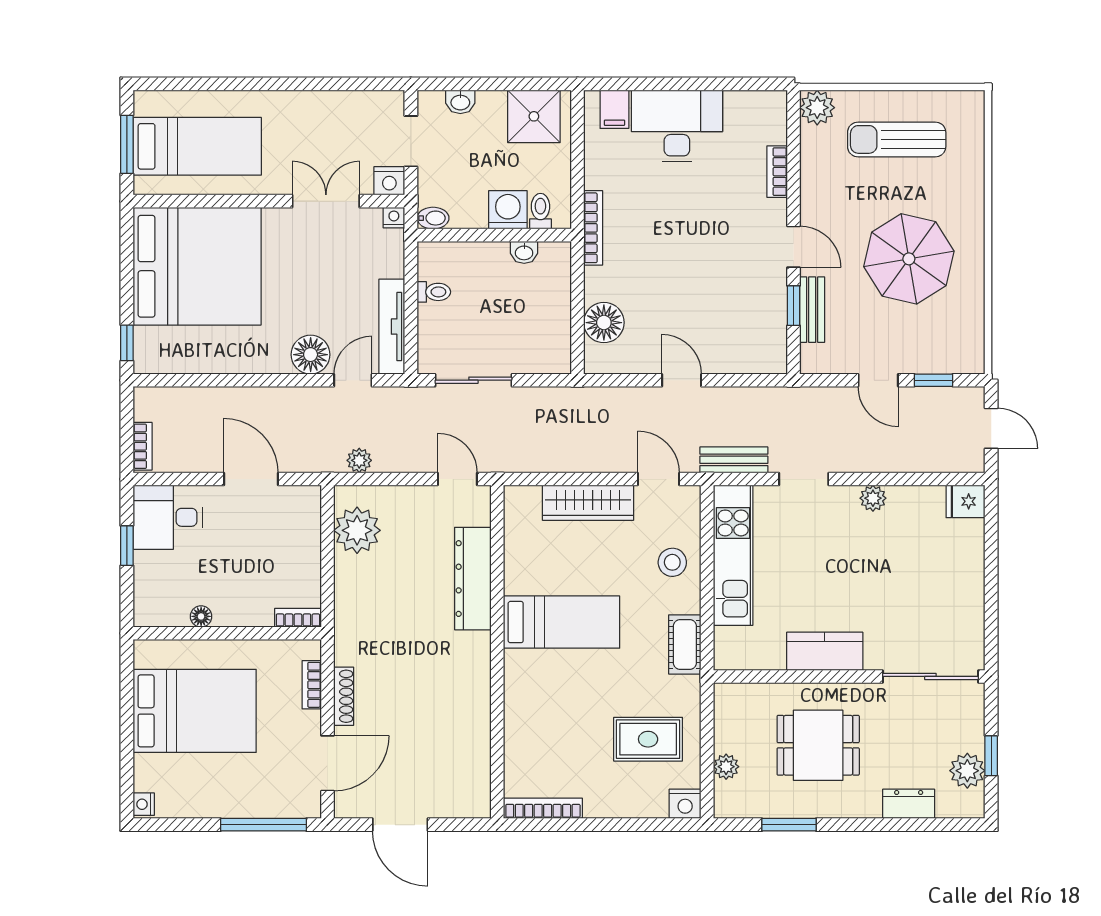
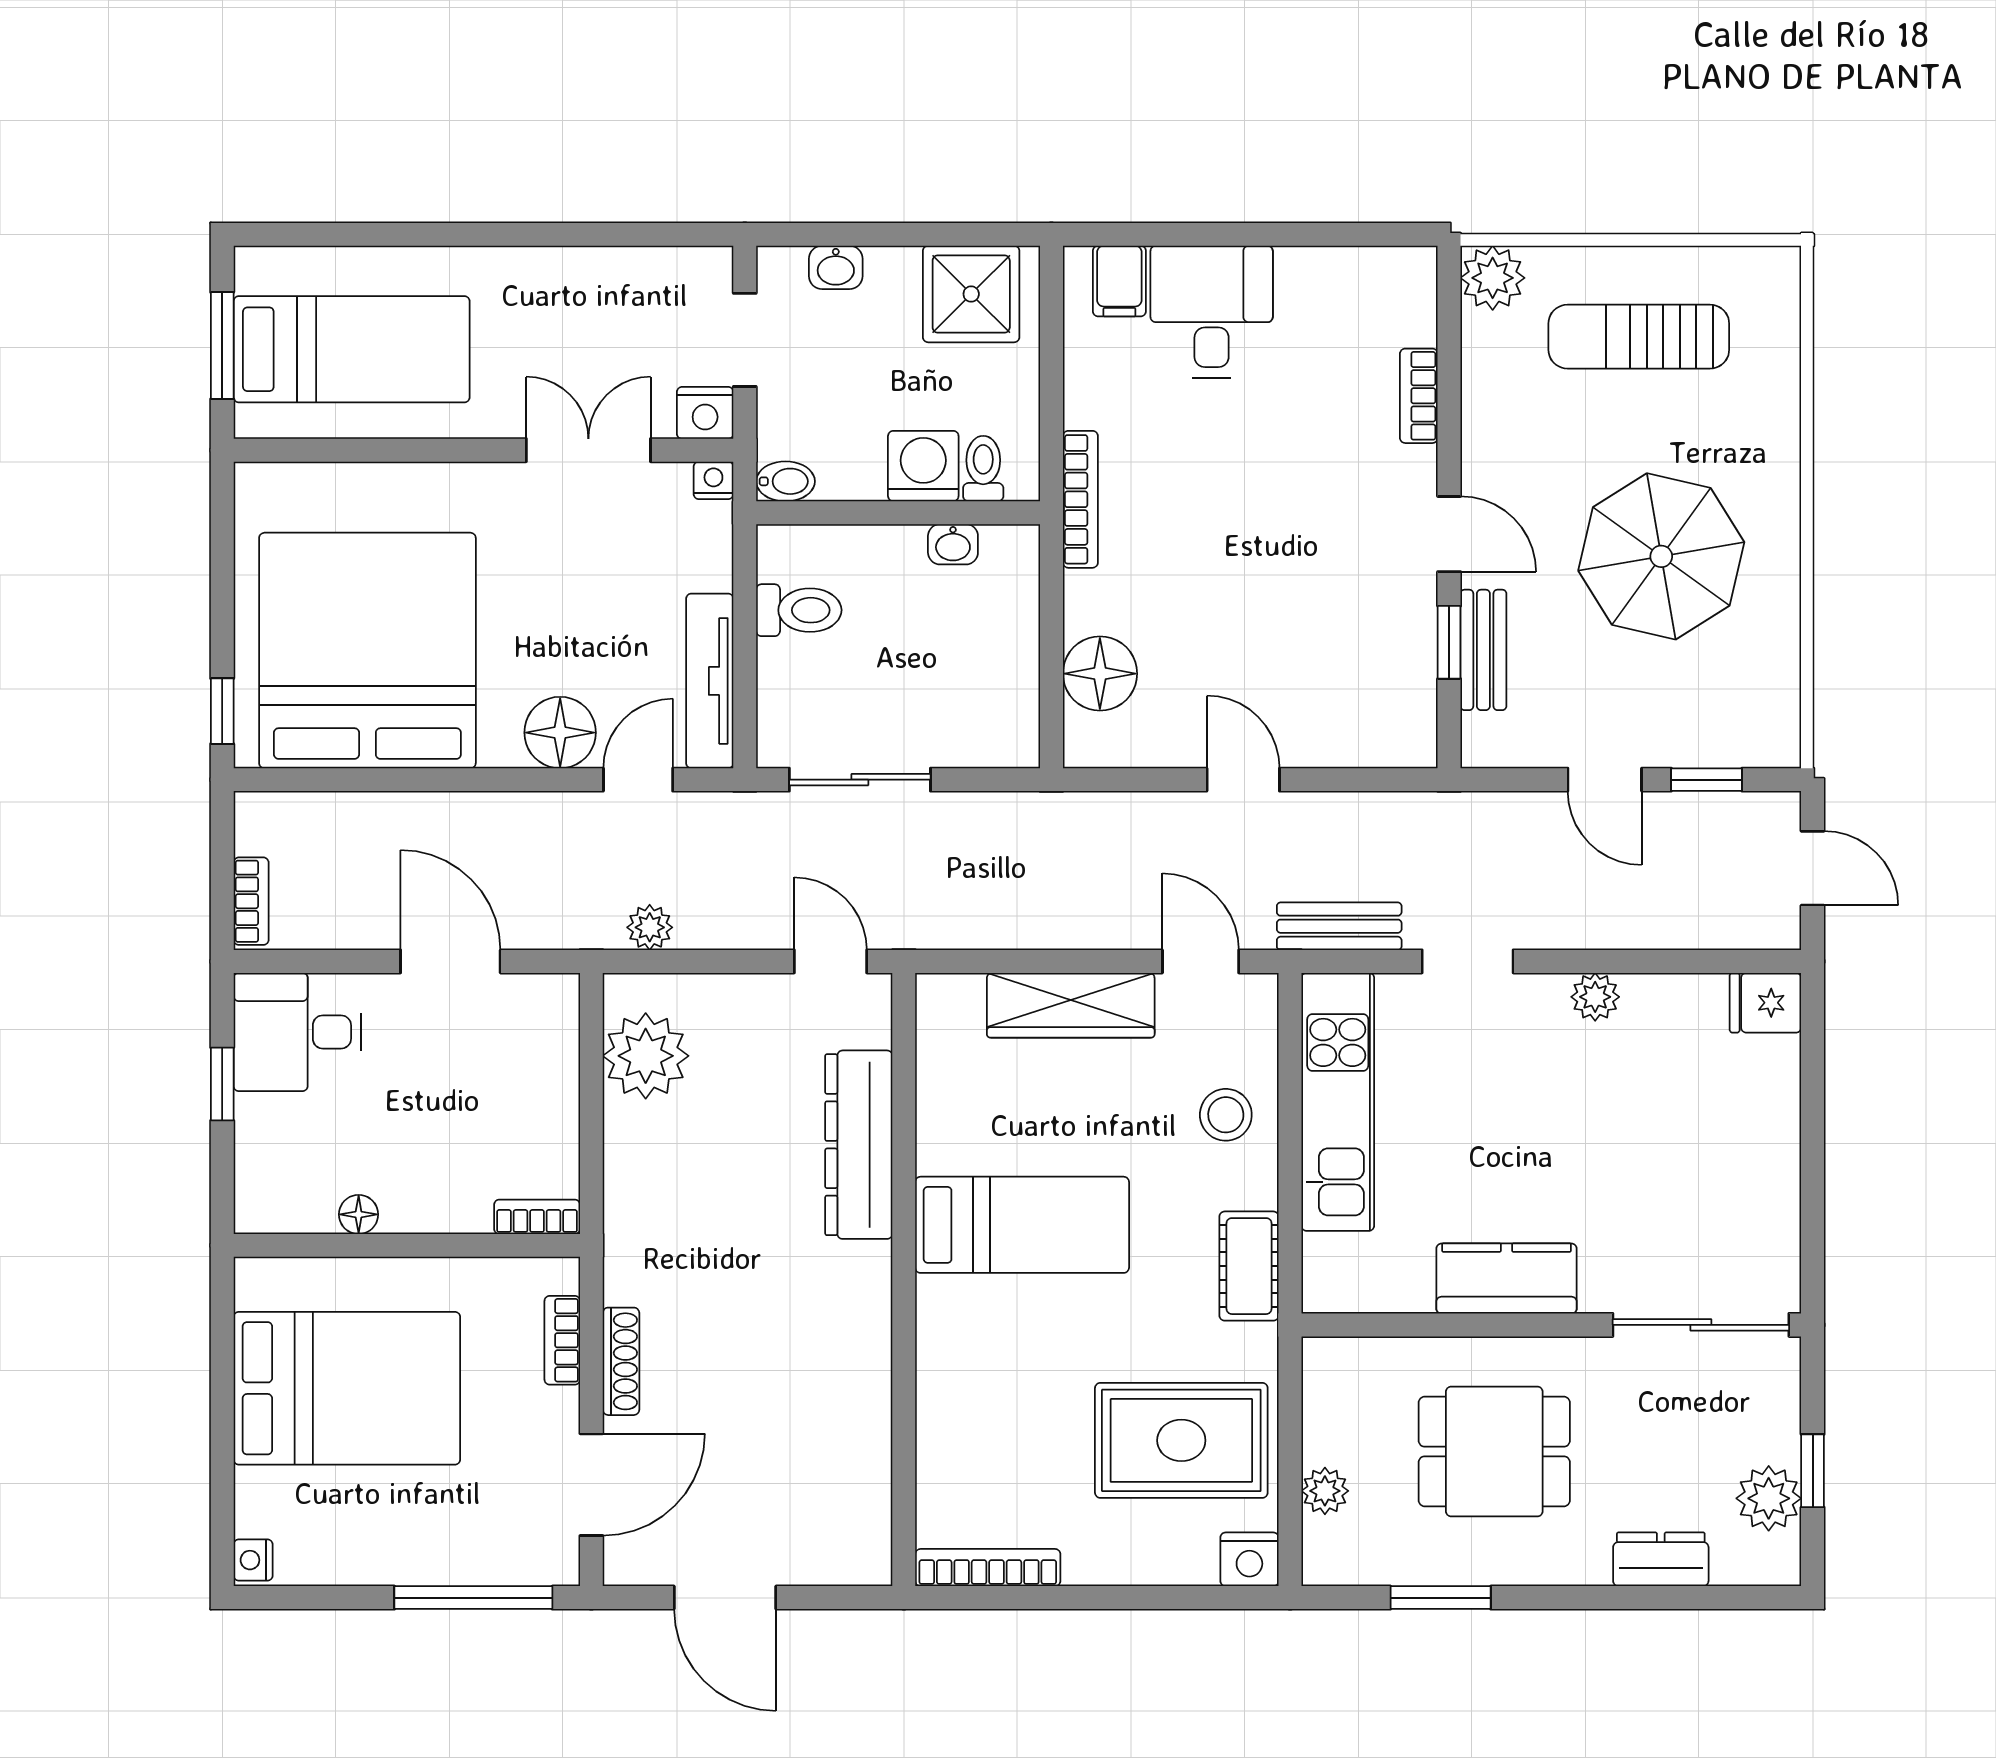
desk: (677, 126) -> (1212, 312), width x0.73
bed: (197, 266) -> (367, 651), moved, turned -90
toilet: (434, 292) -> (799, 610), width x1.37, depth x1.39
rug: (648, 739) -> (1181, 1440), width x1.36, depth x1.43

